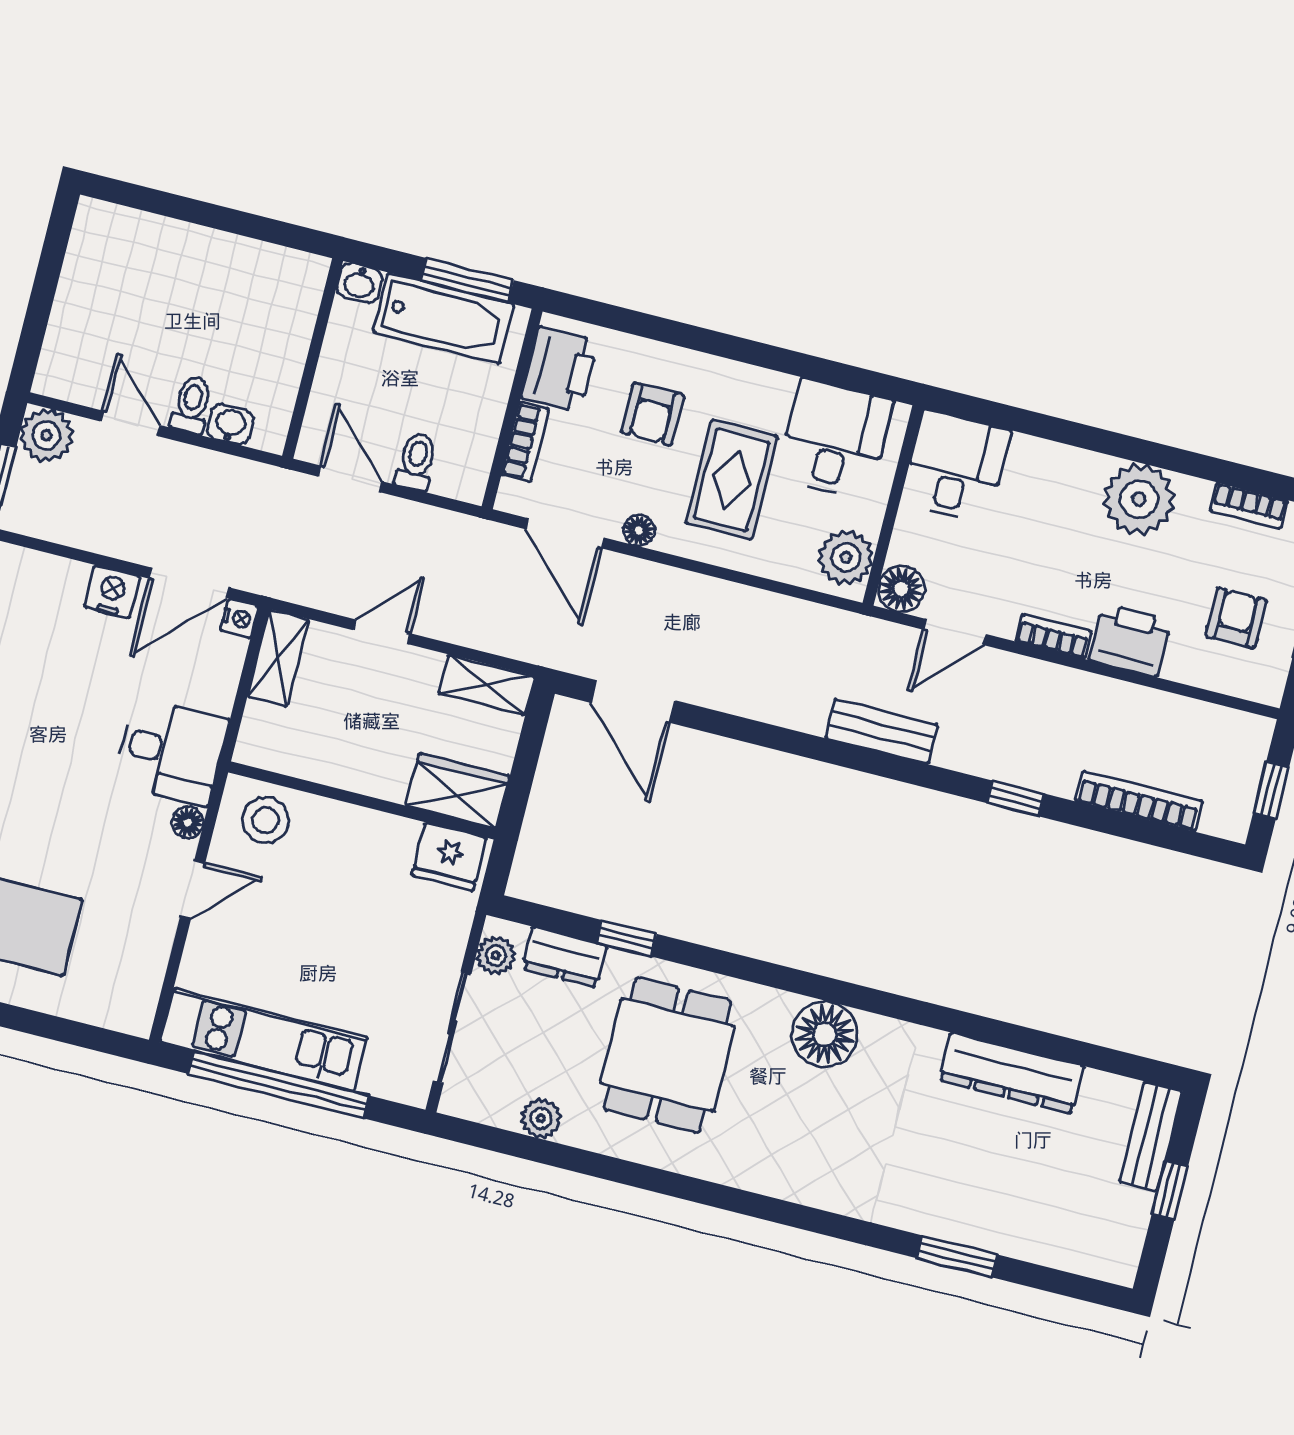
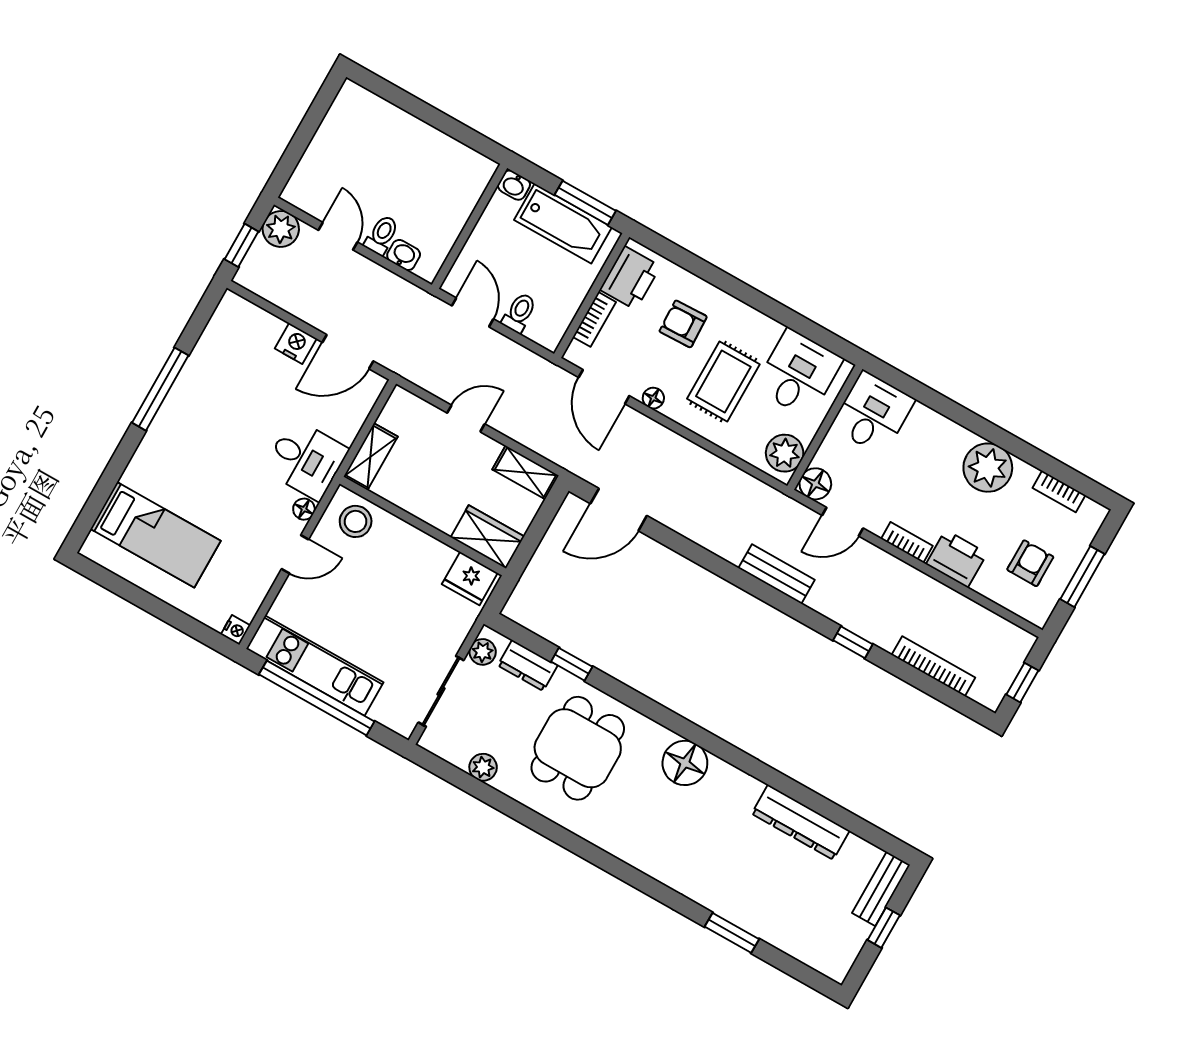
armchair: (652, 414) -> (683, 324), turned 88
nightstand: (239, 619) -> (236, 630), moved
shelving: (278, 658) -> (371, 457), moved
door: (633, 702) -> (619, 510), hinge flipped

